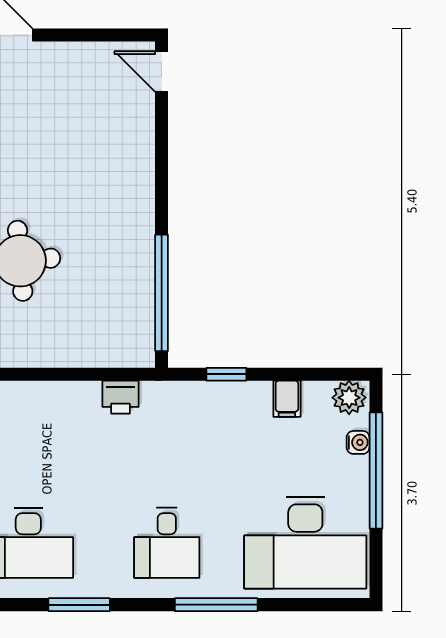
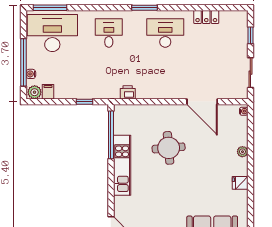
kitchen unit: (134, 218) -> (122, 165), added
filing cabinet: (287, 399) -> (48, 92), moved
window: (216, 605) -> (50, 8), moved

